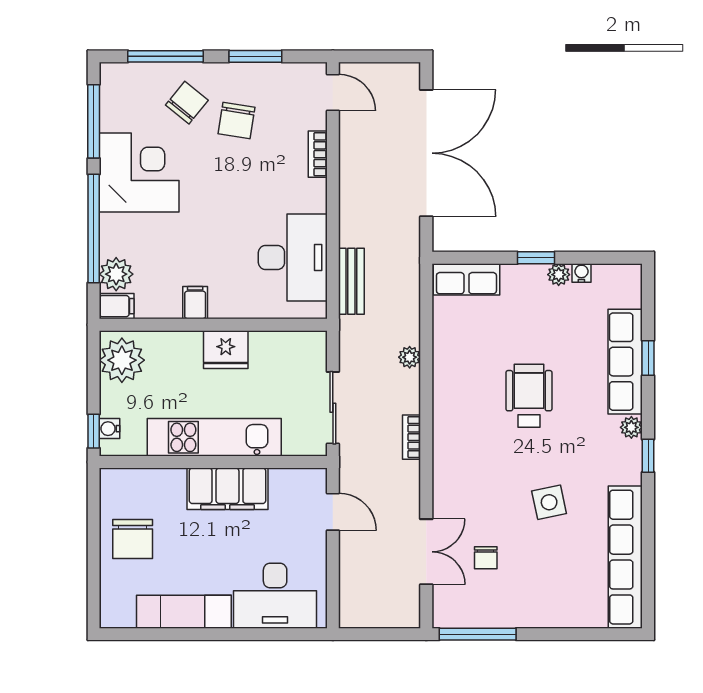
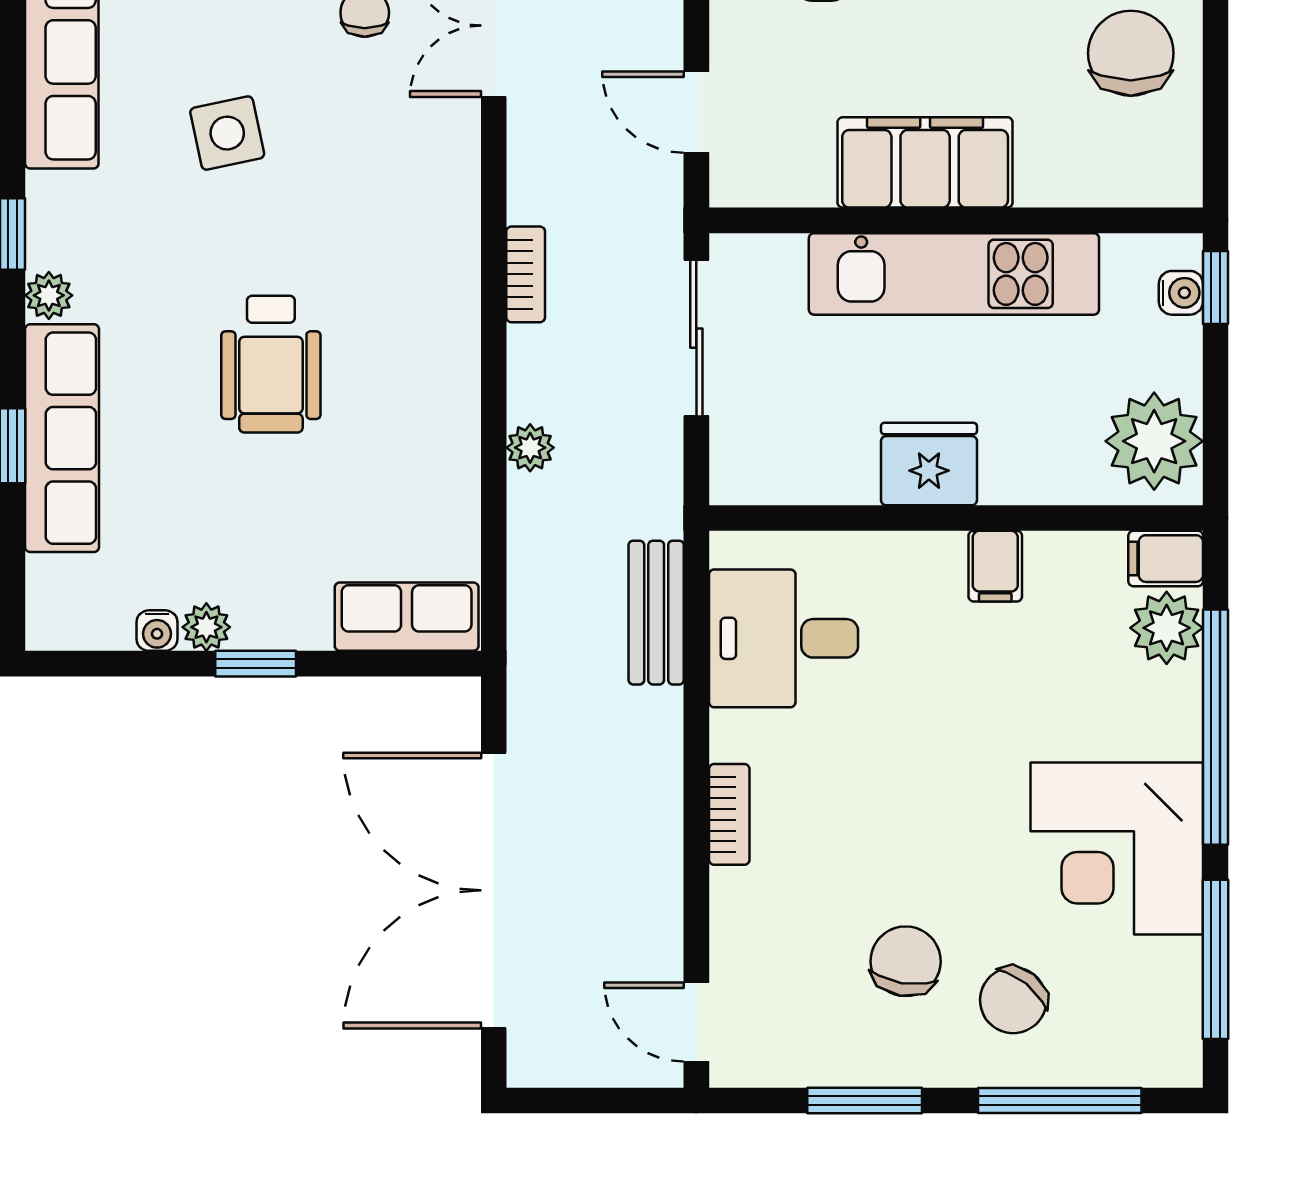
bookcase: (318, 154) -> (729, 814), moved
desk: (293, 258) -> (783, 638), width x0.73

